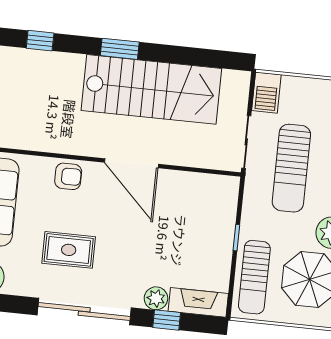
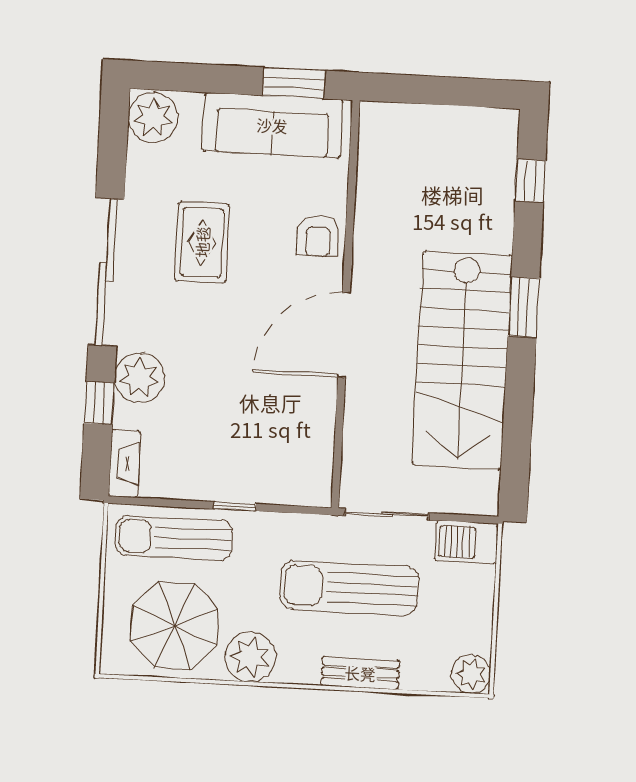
plant: (156, 298) -> (140, 378), width x1.36, depth x1.36
fireplace: (198, 302) -> (124, 463), width x0.73, depth x0.76

